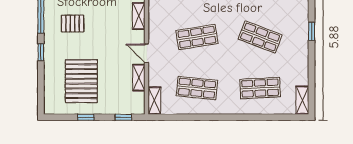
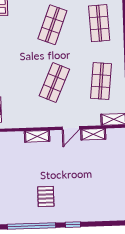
shop shelf: (197, 37) -> (54, 83), turned 33
pallet: (81, 81) -> (98, 187), removed

